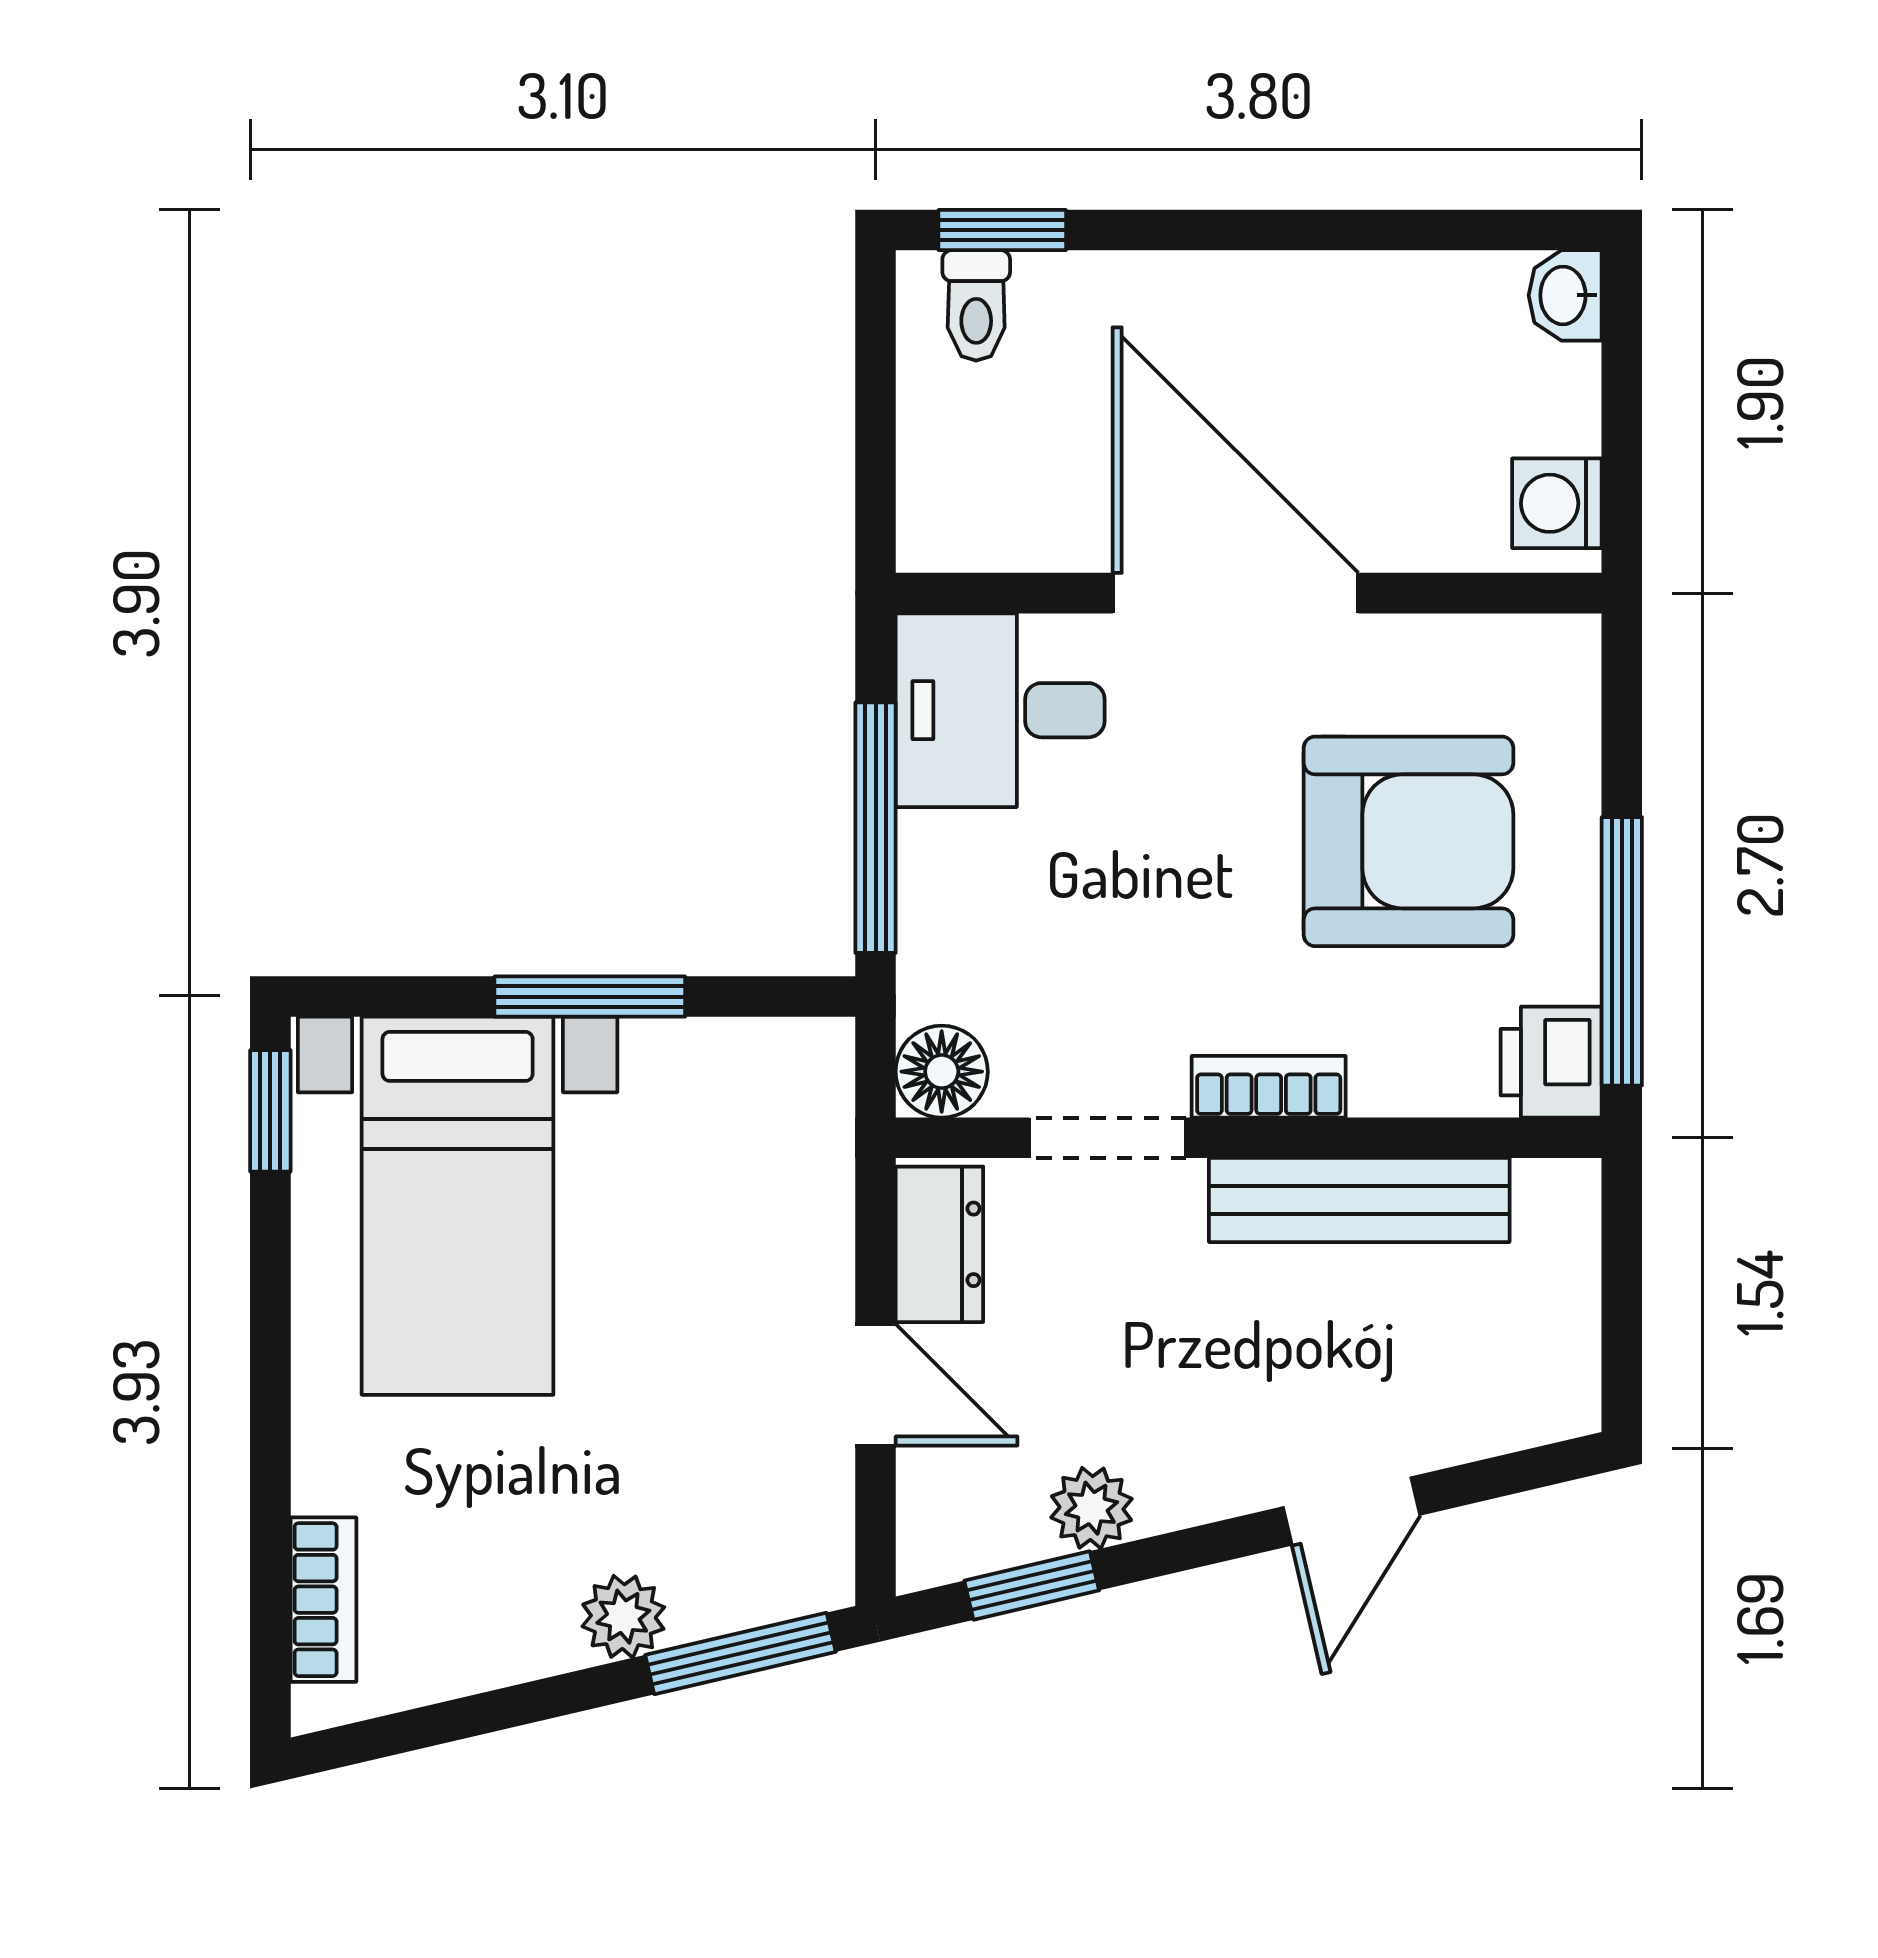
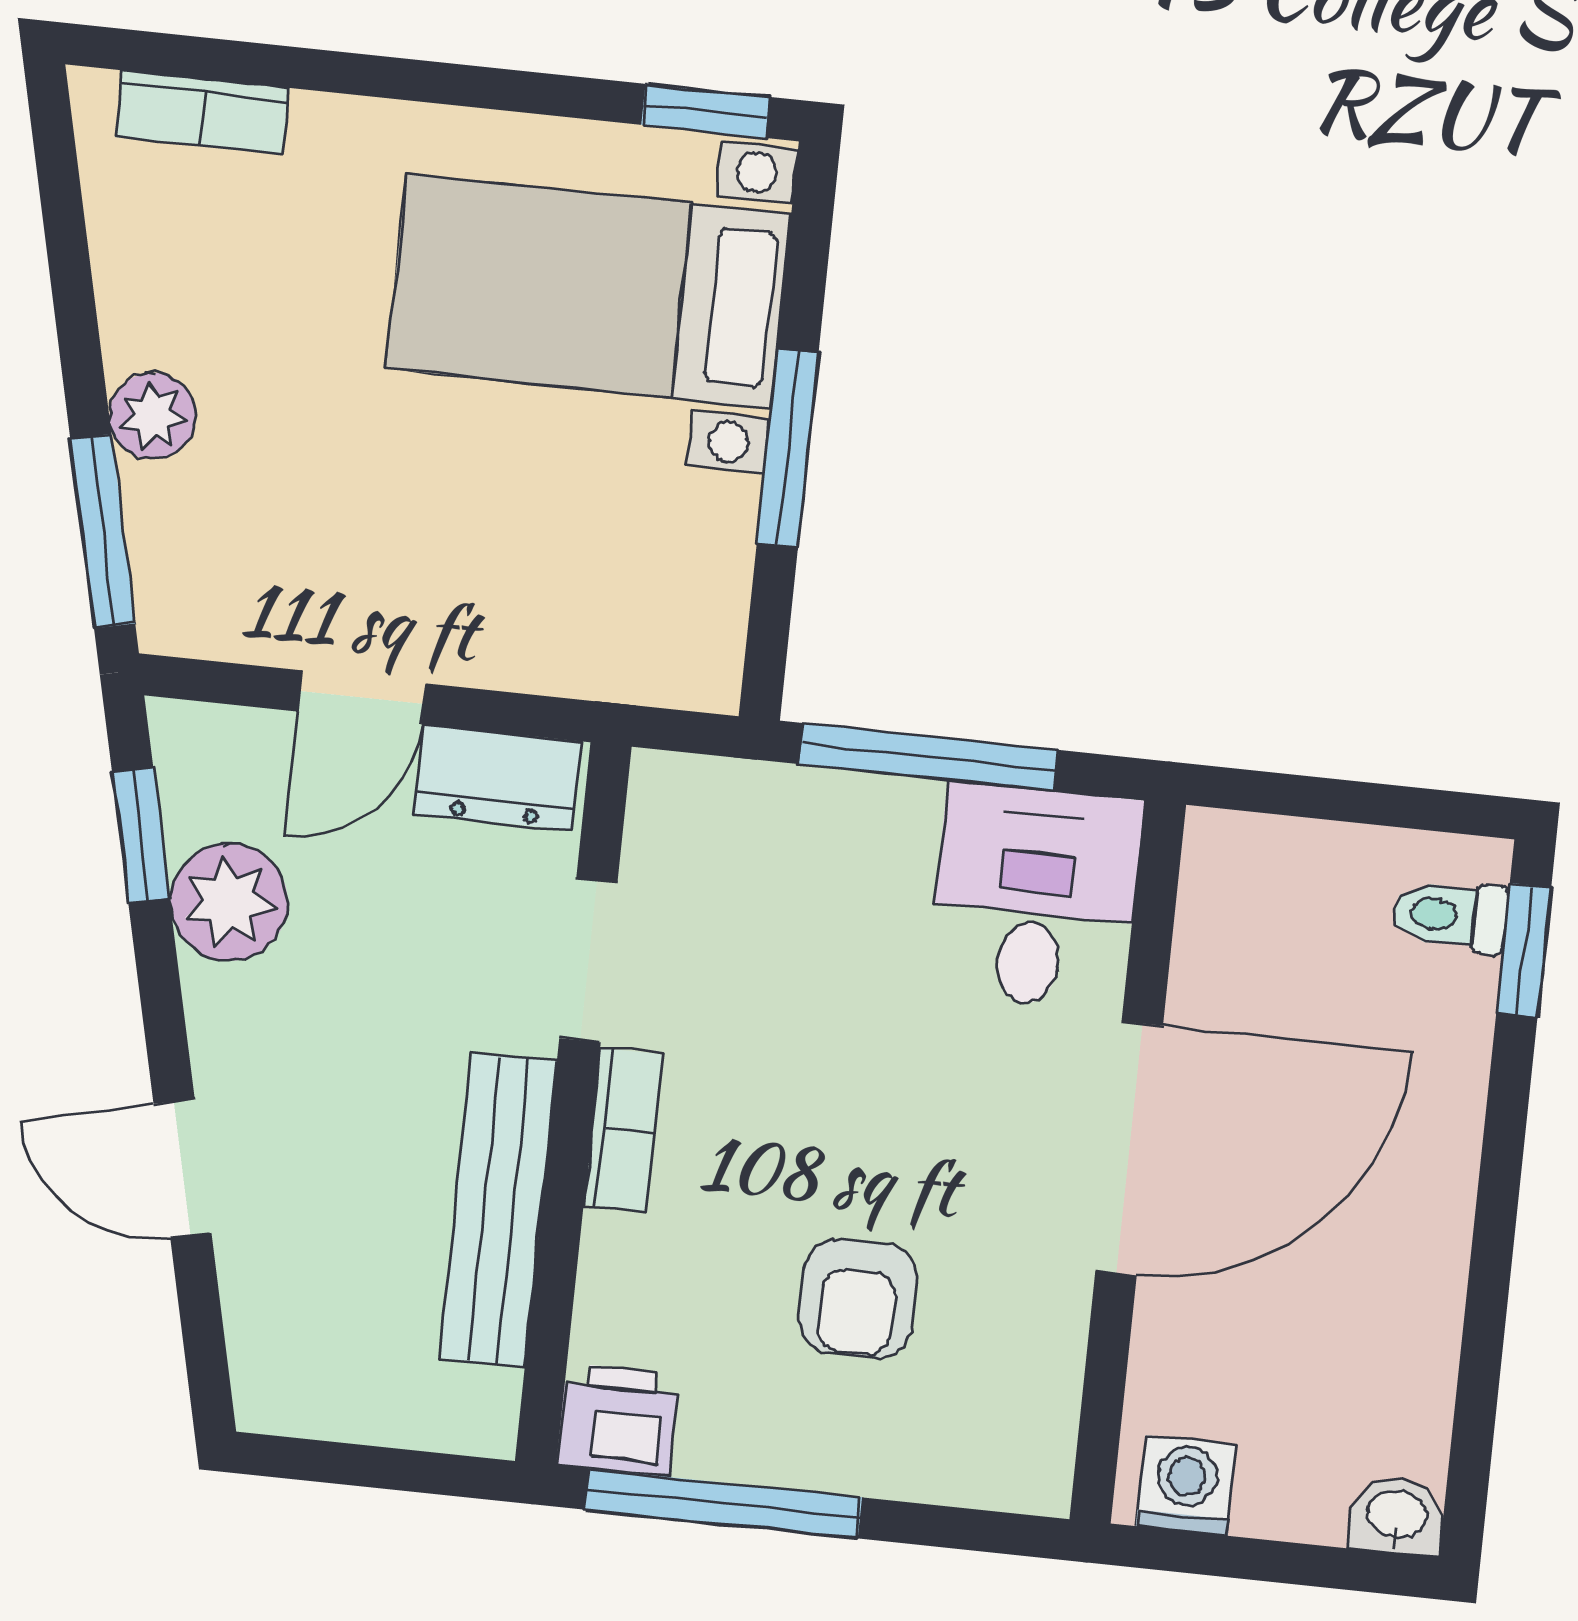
armchair: (1408, 841) -> (858, 1298), width x0.53, depth x0.53
floor lamp: (942, 1072) -> (674, 798), removed
plant: (1091, 1508) -> (229, 902), width x1.38, depth x1.38

